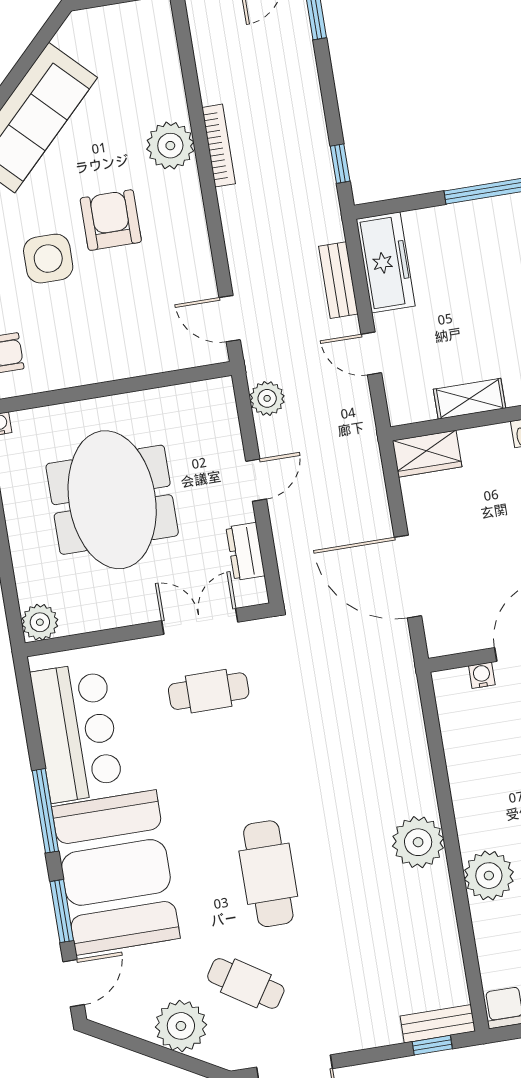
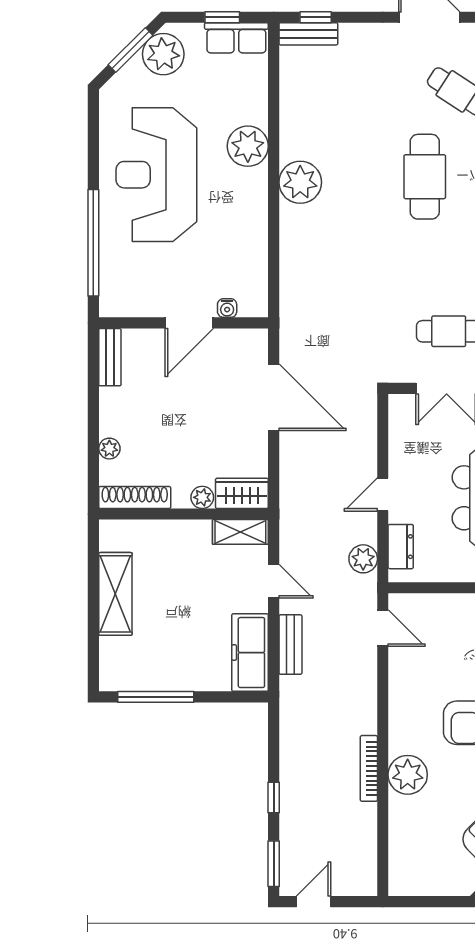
window: (340, 164) -> (274, 797), moved
shelving: (470, 399) -> (240, 532), moved
plant: (474, 441) -> (202, 497), added
dresser: (246, 551) -> (401, 547), moved

